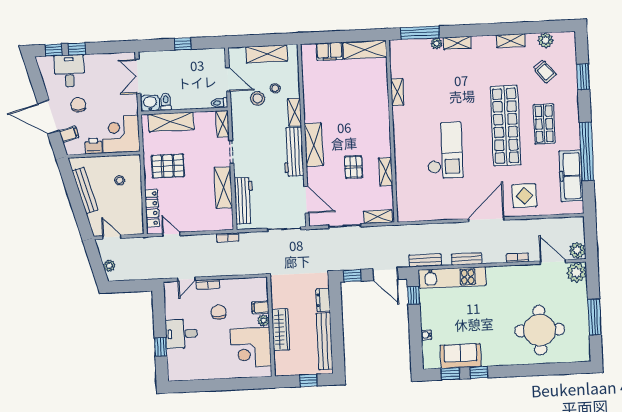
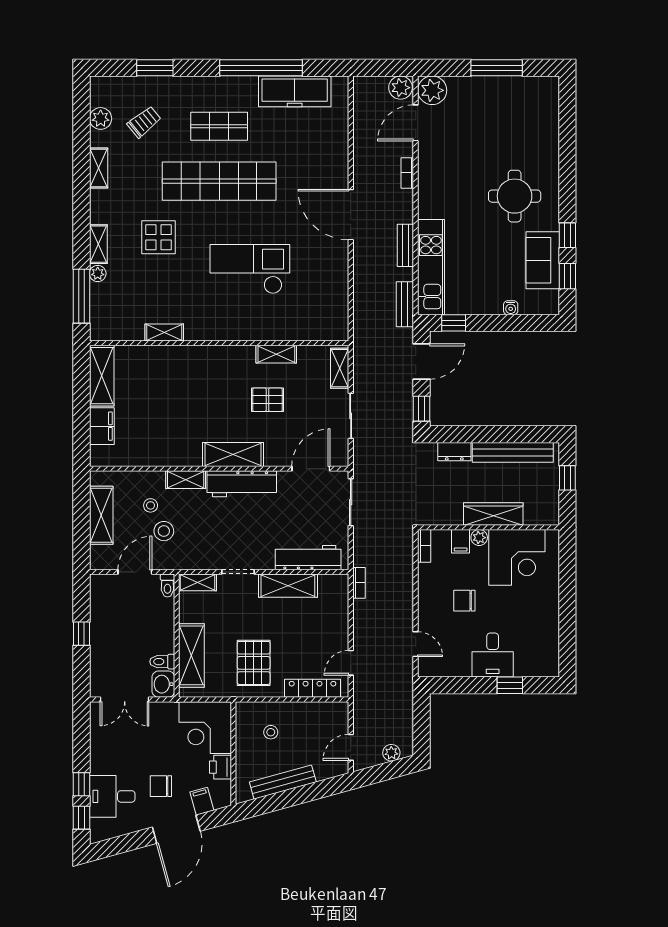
display table: (524, 196) -> (159, 237), moved
bookcase: (208, 284) -> (424, 546), moved
round table: (540, 330) -> (515, 196), moved, width x0.73, depth x0.73

